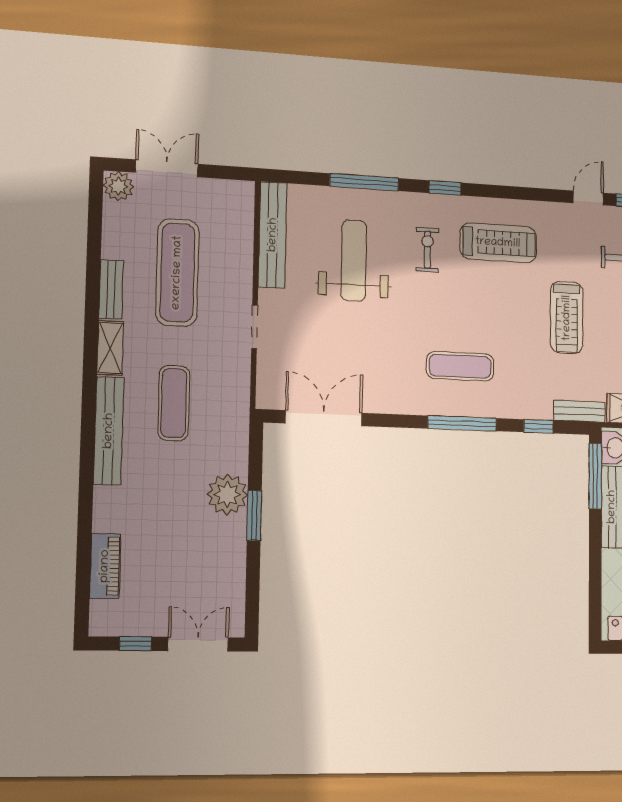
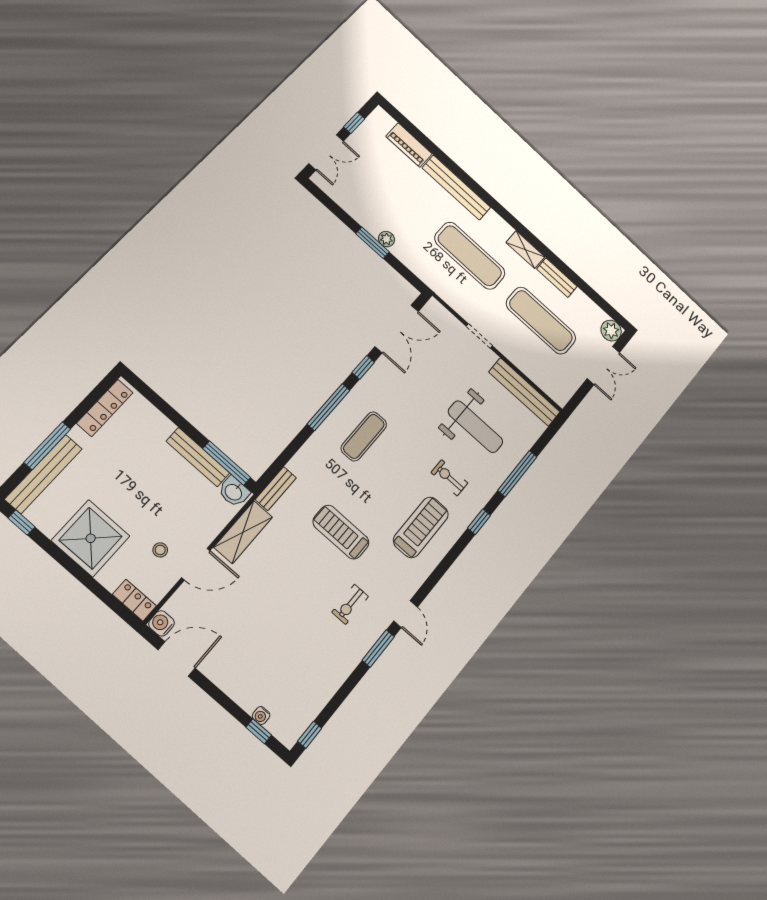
treadmill: (498, 243) -> (421, 527), turned 180
exercise bike: (428, 250) -> (449, 478), turned 180
exercise mat: (174, 403) -> (470, 256), width x1.36, depth x1.45
window: (538, 426) -> (363, 367), moved
bench: (109, 431) -> (456, 188), moved
plant: (227, 495) -> (386, 239), width x0.53, depth x0.53

